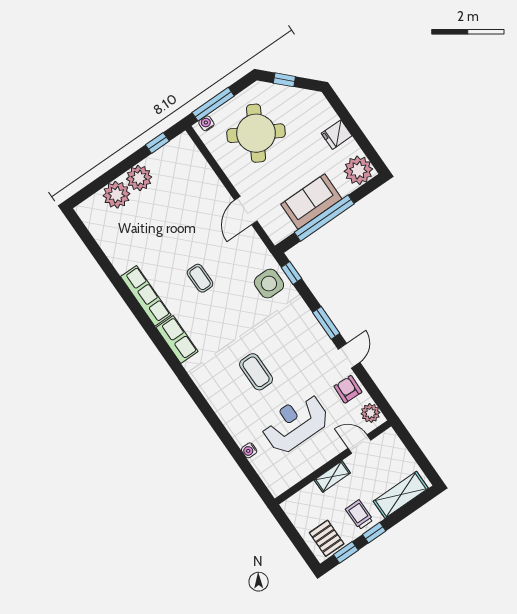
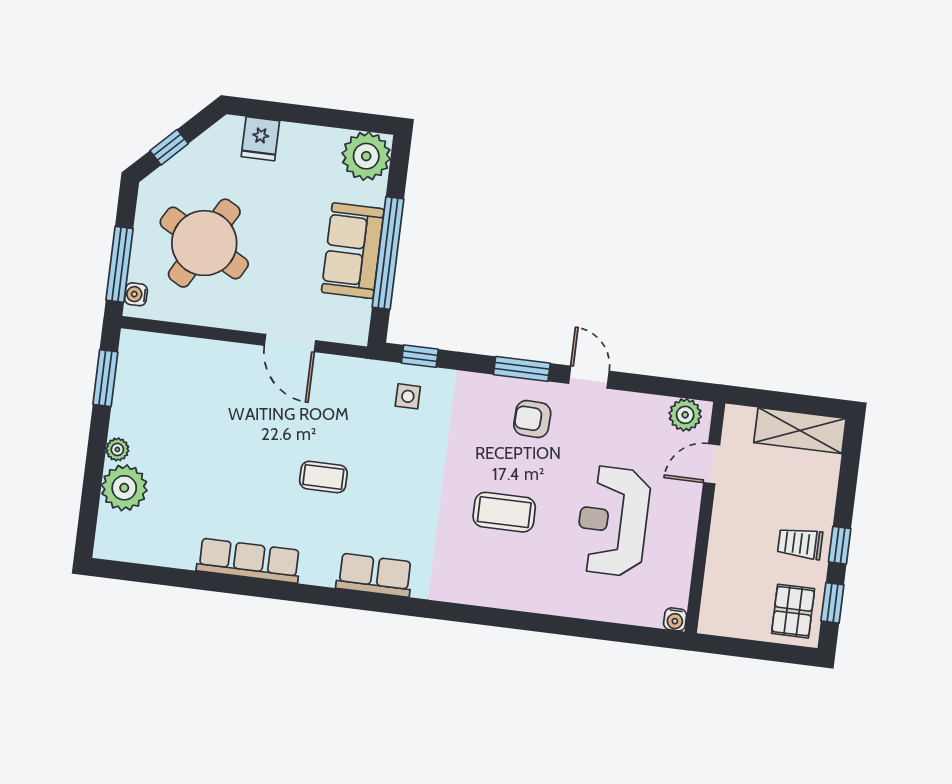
fridge: (337, 135) -> (260, 139), moved
window: (157, 143) -> (105, 378), width x1.50
plant: (139, 178) -> (117, 449), width x0.53, depth x0.53
side table: (269, 284) -> (408, 396), width x0.54, depth x0.54
row of seats: (146, 296) -> (249, 561), moved
armchair: (348, 389) -> (532, 419), moved
water cooler: (249, 450) -> (675, 619), moved
shelving: (332, 477) -> (722, 534), removed
shelving: (401, 495) -> (800, 431), moved, turned 90
pallet: (327, 538) -> (793, 611), turned 90

